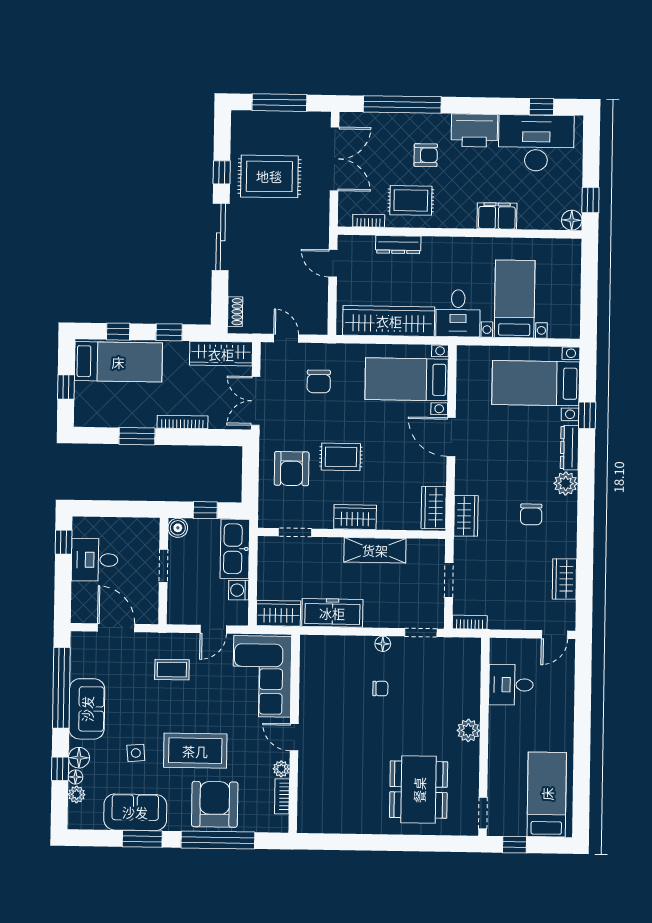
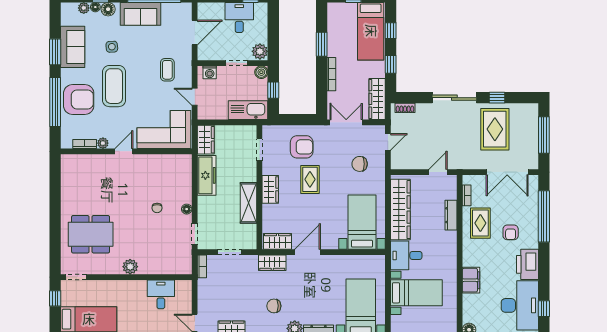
door: (451, 437) -> (308, 252), moved
armchair: (292, 469) -> (302, 147), turned 180
plant: (146, 530) -> (260, 51), added
washing machine: (239, 590) -> (210, 72), moved, turned 180

